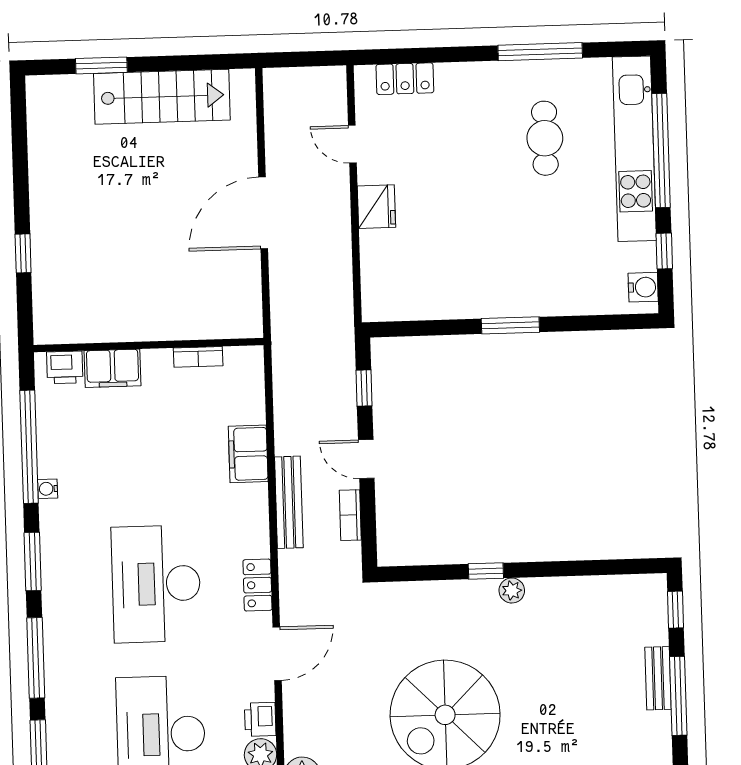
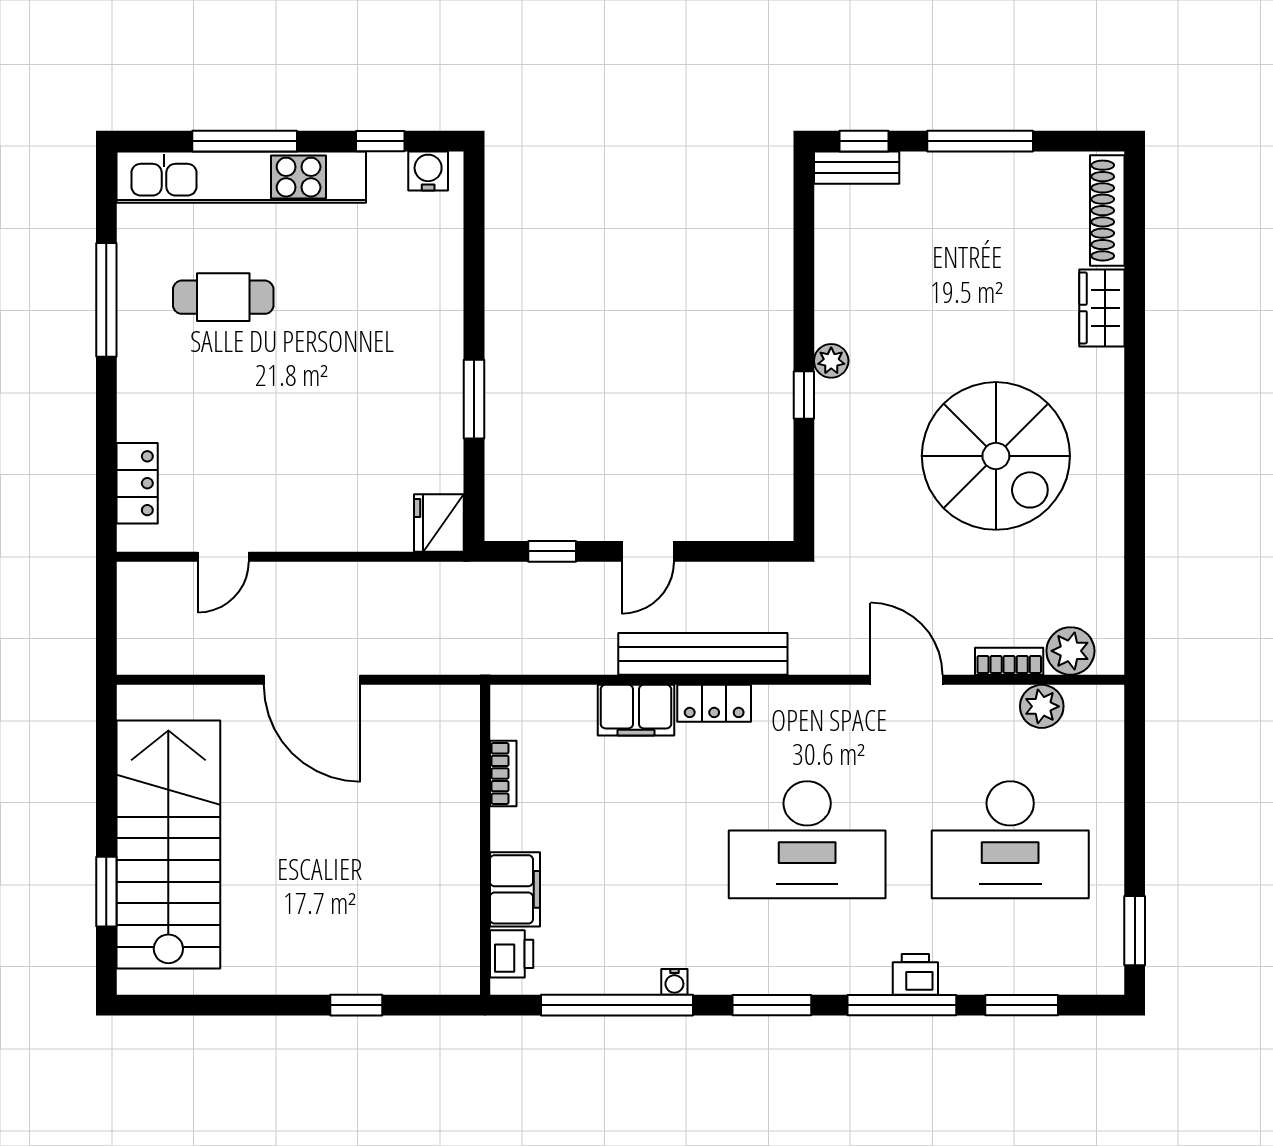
stairs: (162, 97) -> (168, 845), width x1.36, depth x1.51
window: (661, 150) -> (245, 141), width x0.68
fridge: (376, 207) -> (439, 523), moved, turned -90
window: (510, 325) -> (474, 399), moved
bench: (289, 502) -> (703, 654), width x1.37, depth x1.21
bookcase: (350, 515) -> (1009, 661), moved, turned 180
locker: (257, 585) -> (714, 703), moved
bench: (658, 678) -> (857, 168), moved
printer: (260, 719) -> (915, 974), moved, turned 180

